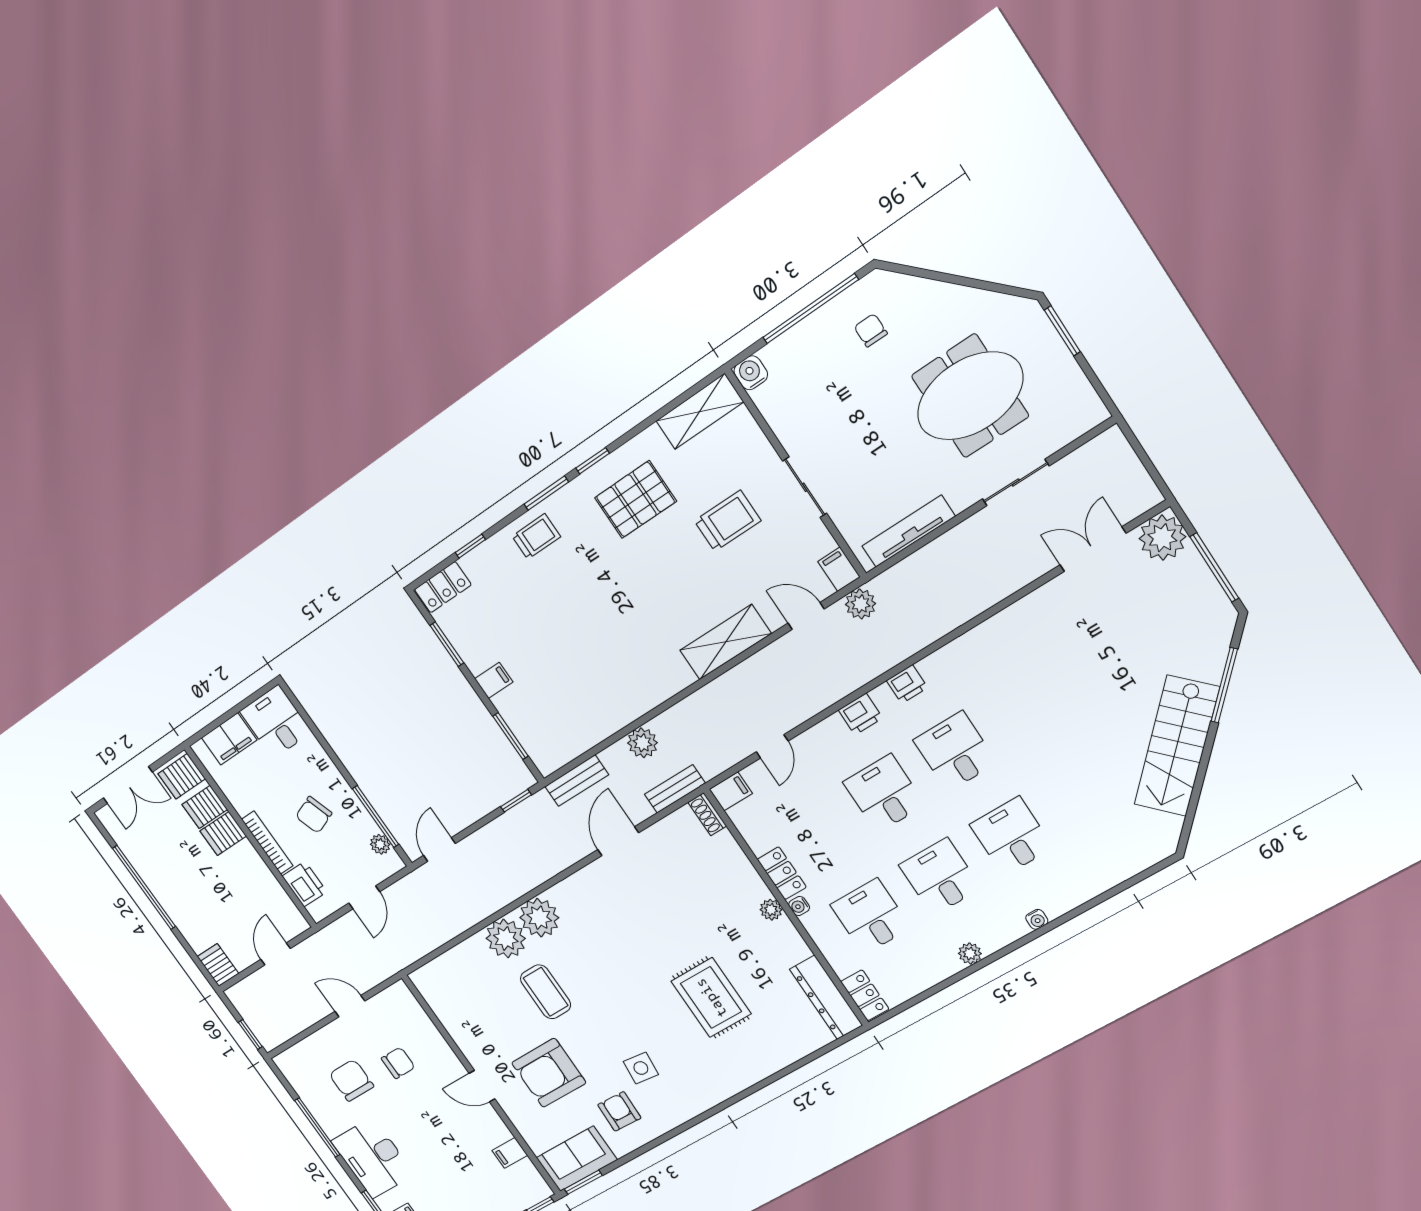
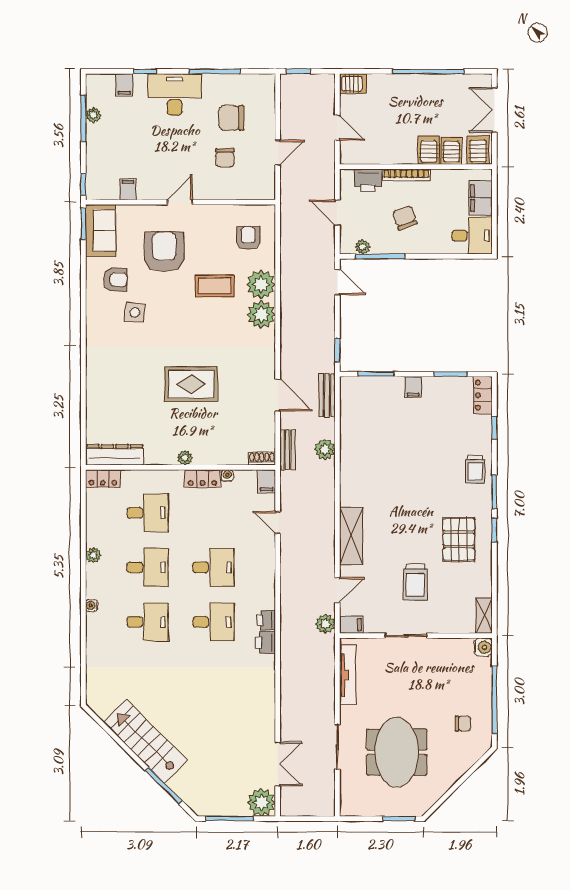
shelving: (700, 412) -> (484, 615), width x0.67, depth x0.75
printer: (861, 714) -> (266, 643), moved
water cooler: (799, 906) -> (227, 476), moved
armchair: (465, 984) -> (248, 238), added
rug: (711, 998) -> (191, 384), moved
chair: (351, 1080) -> (231, 118), turned 180

